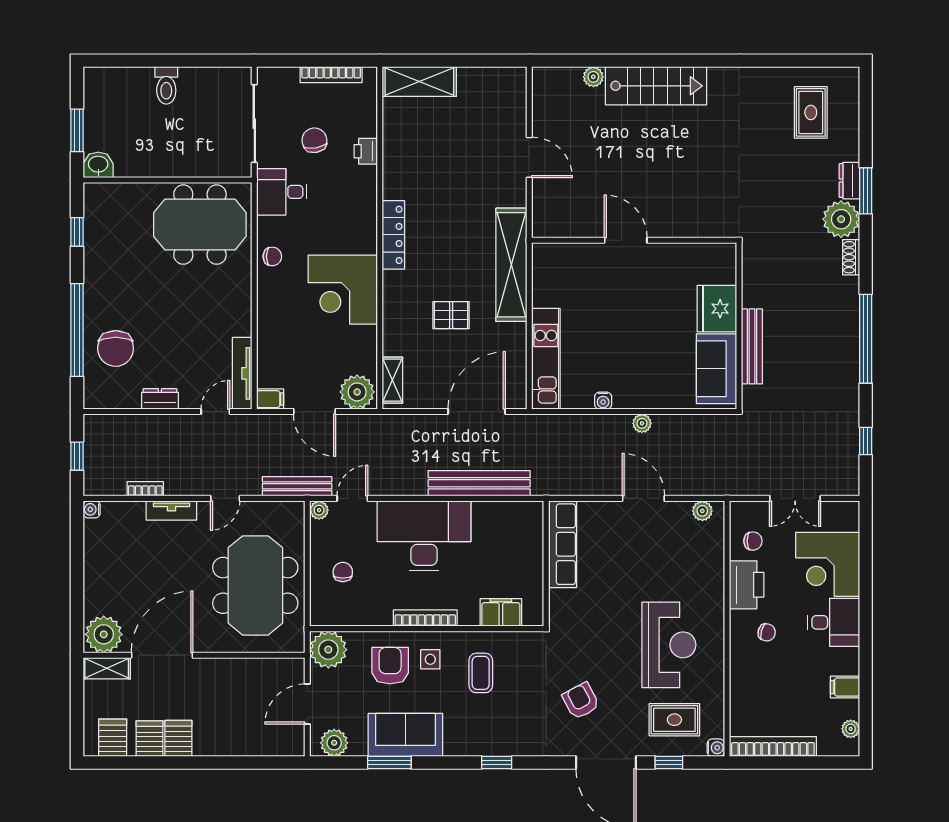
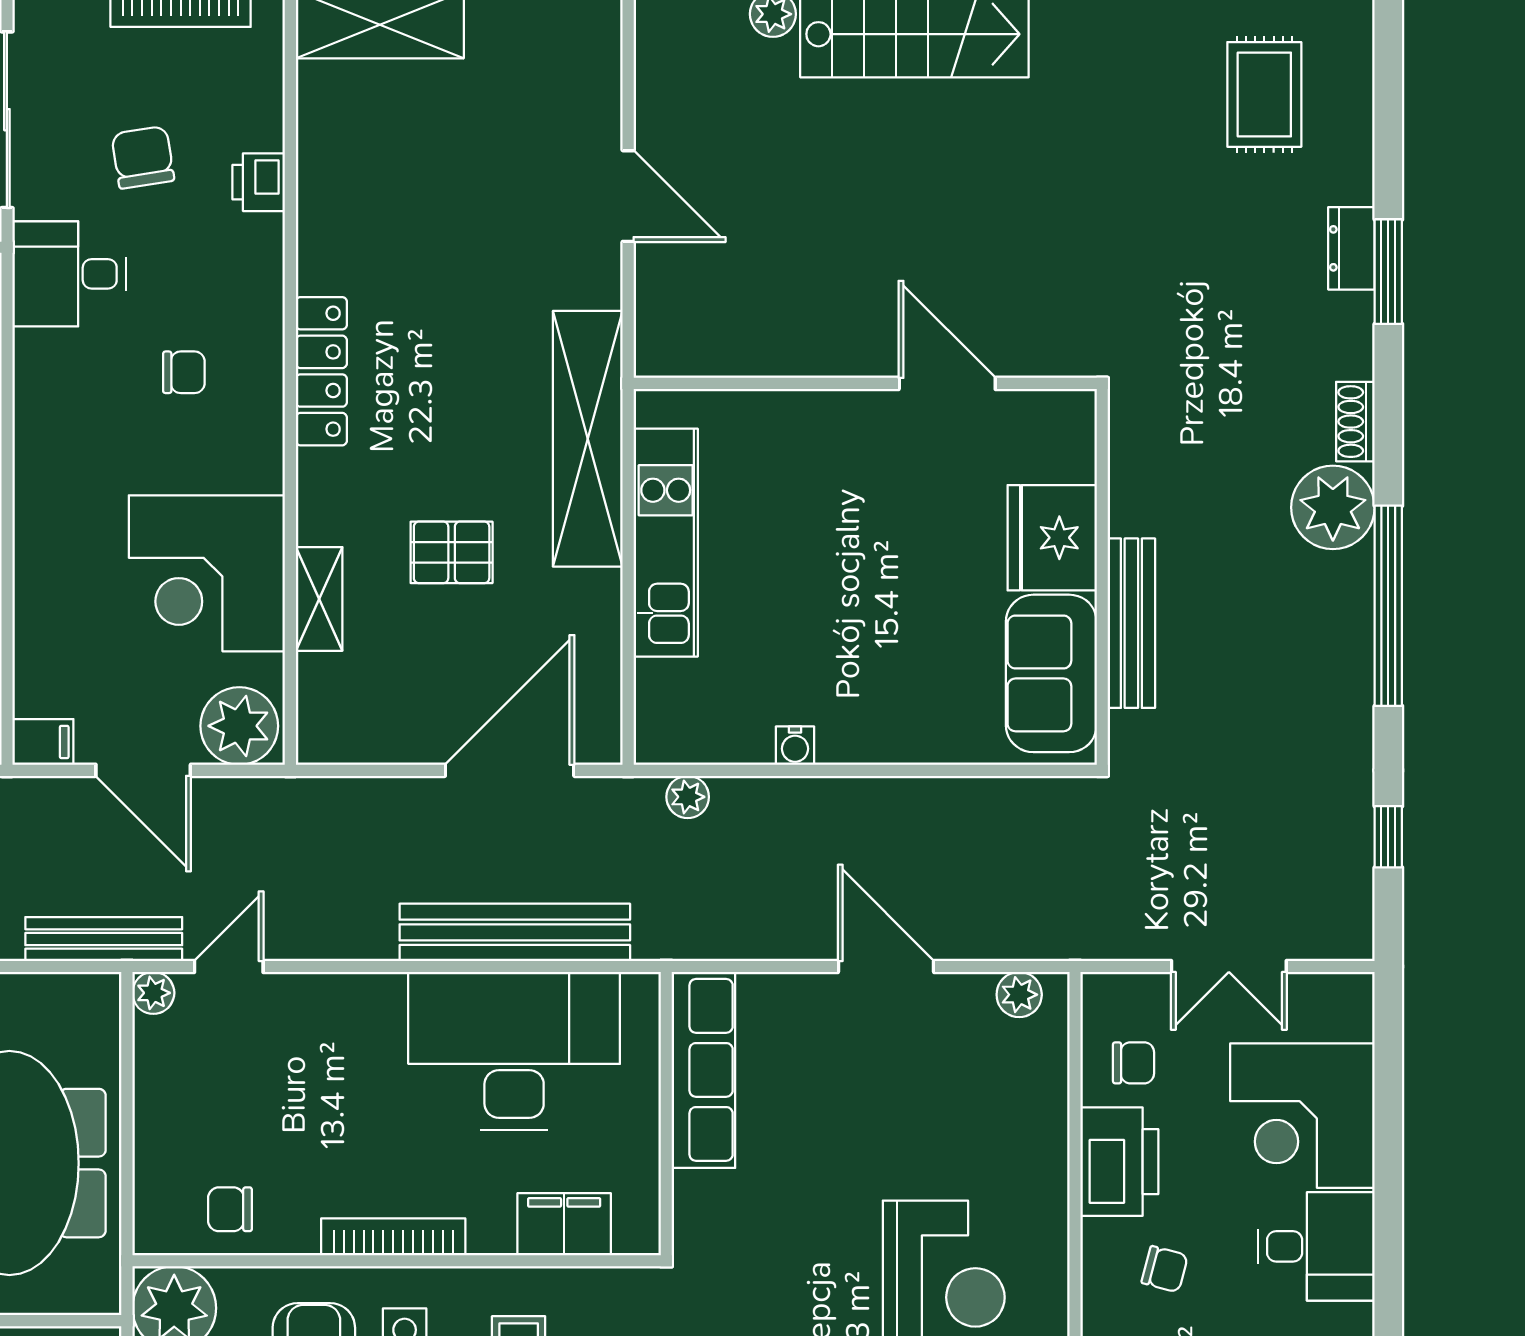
plant: (841, 219) -> (1333, 507), moved
door: (626, 240) -> (947, 383), moved
chair: (272, 256) -> (184, 372), moved
corner desk: (343, 290) -> (207, 573), moved
kitchen unit: (546, 359) -> (666, 543), moved
shelving: (392, 380) -> (319, 599), moved
plant: (642, 423) -> (688, 797), moved
desk: (424, 536) -> (514, 1051), moved
chair: (343, 572) -> (230, 1209), moved, turned -90

